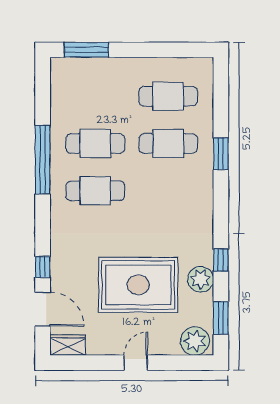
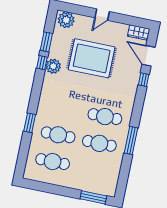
window: (43, 160) -> (131, 140), width x0.68
plant: (200, 279) -> (53, 66), moved
window: (221, 318) -> (46, 42), moved

